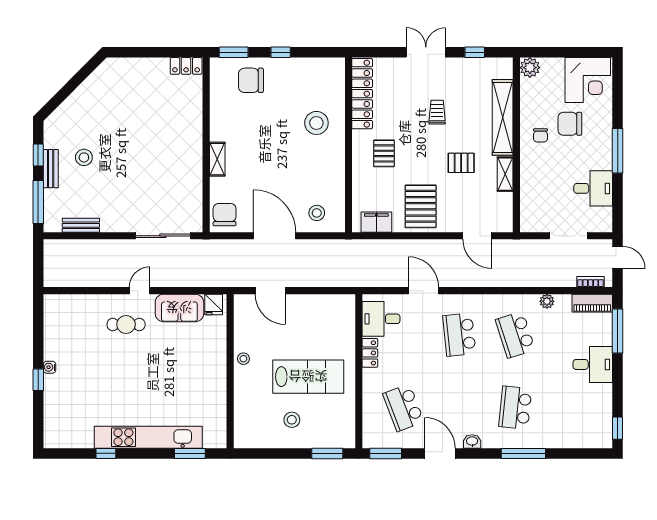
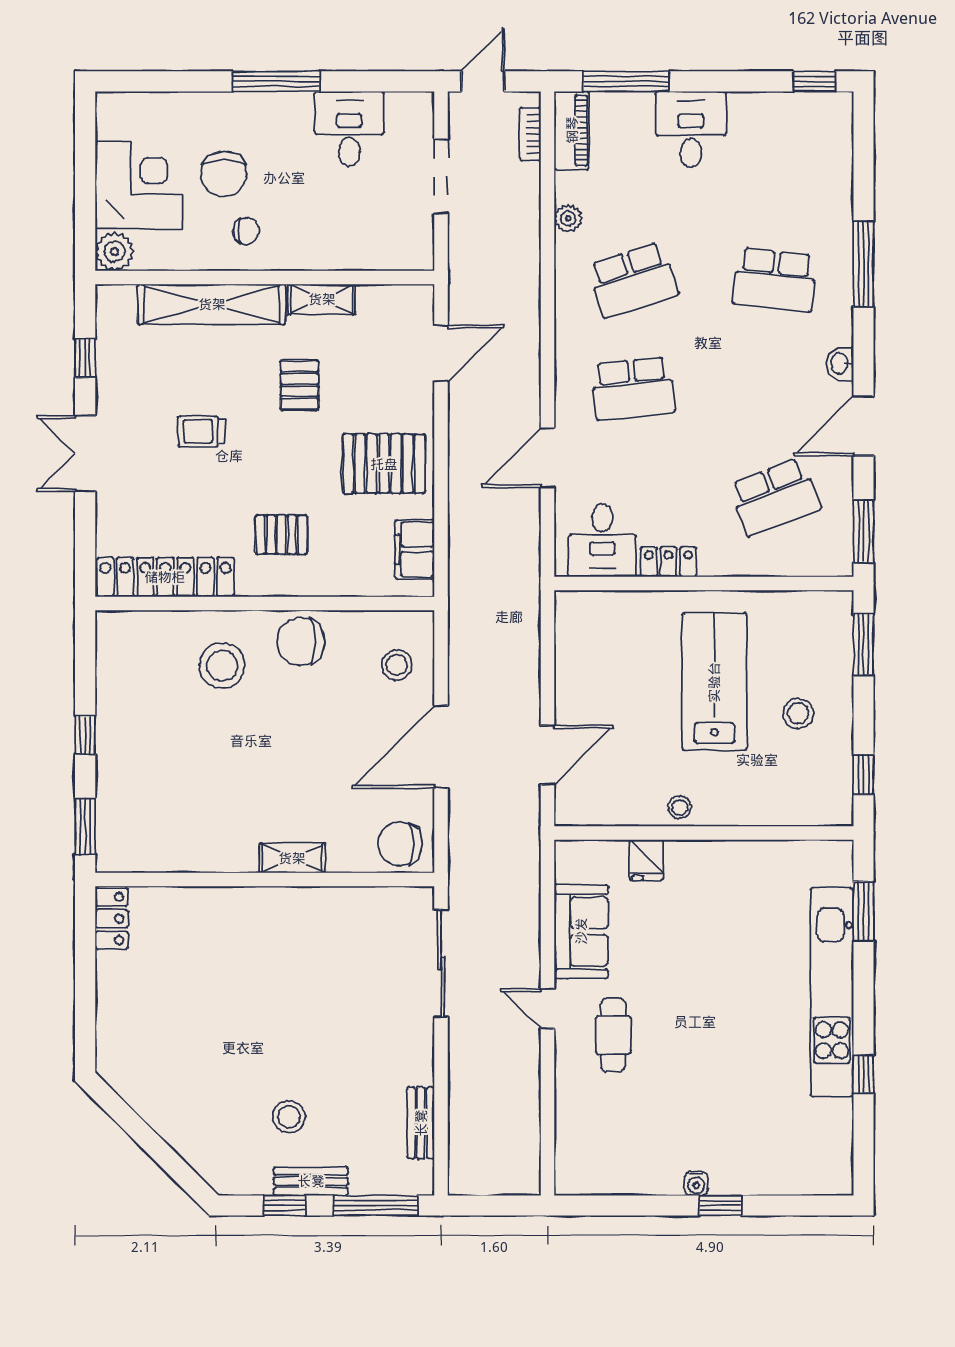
chair: (251, 80) -> (301, 641), moved, turned 90
corner desk: (588, 80) -> (139, 185), moved
fridge: (214, 305) -> (646, 860), moved, turned 90
window: (260, 453) -> (863, 775), added

